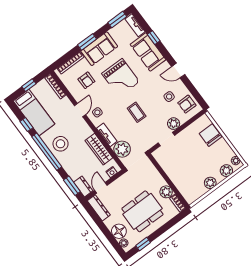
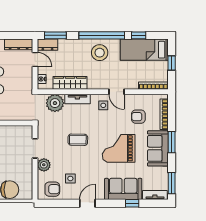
armchair: (187, 104) -> (52, 189), turned 90

